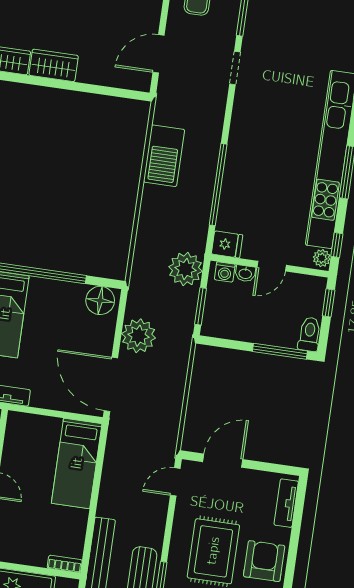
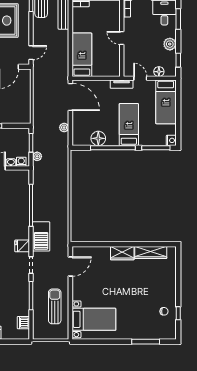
barbecue: (164, 156) -> (41, 236), moved, turned 180
fridge: (227, 244) -> (22, 246), moved
plant: (185, 269) -> (37, 156), width x0.53, depth x0.53
floor lamp: (100, 300) -> (98, 138), moved
plant: (139, 336) -> (64, 128), width x0.53, depth x0.53

